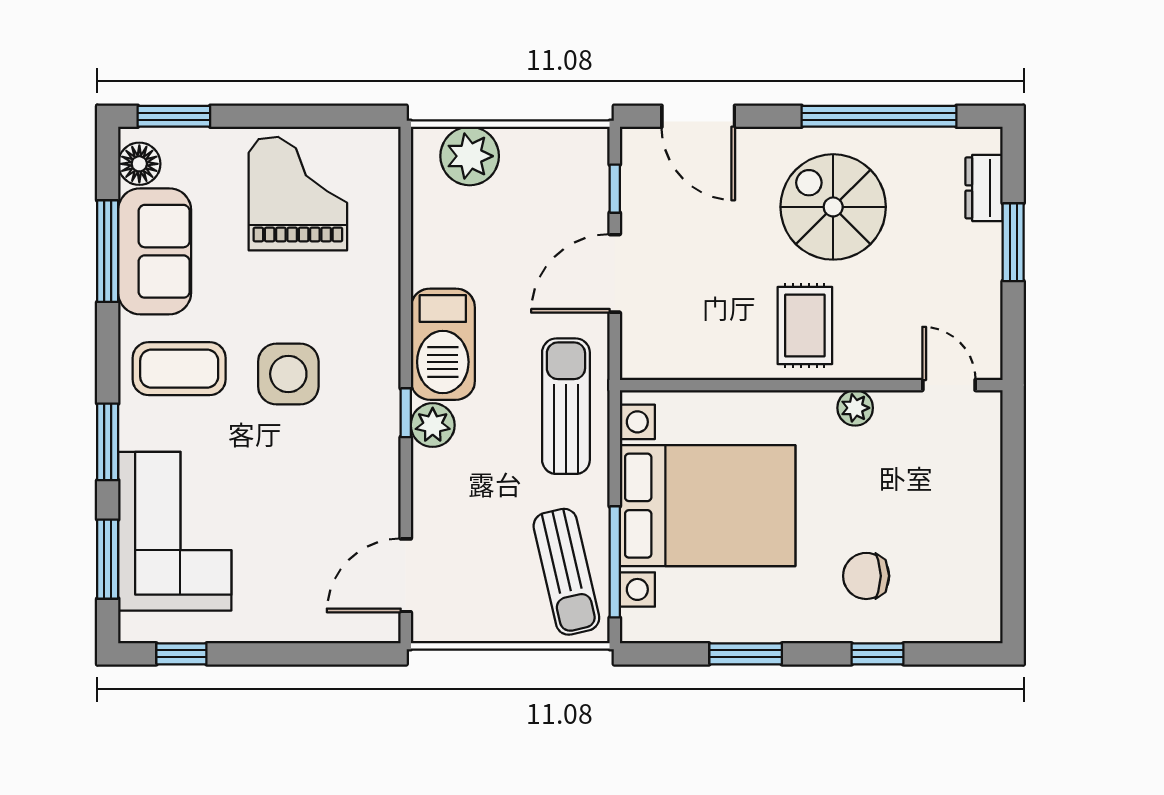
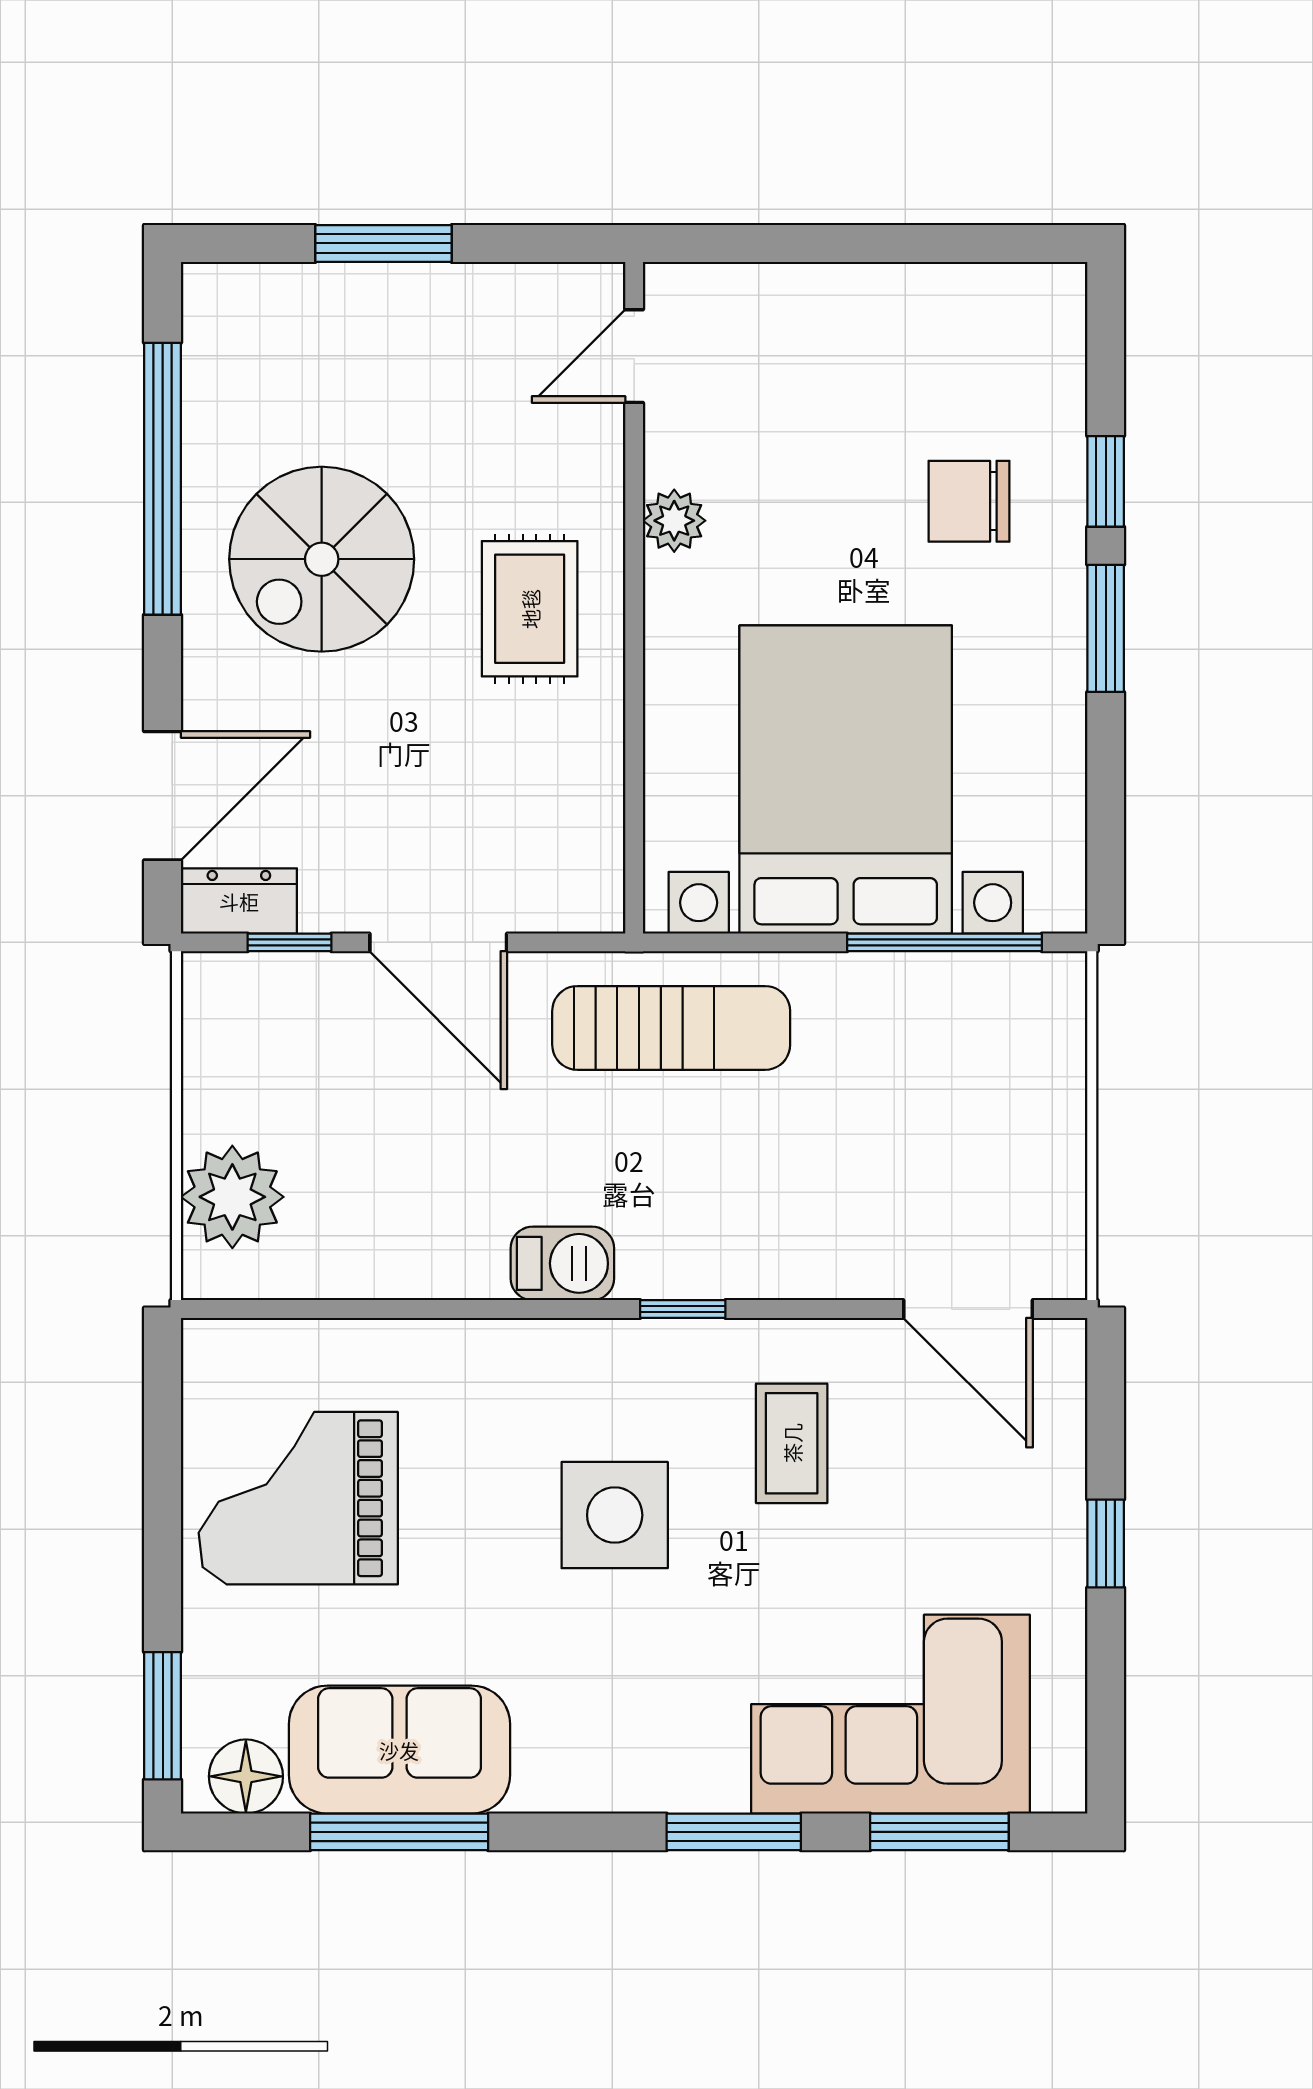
dresser: (984, 188) -> (239, 901), moved, turned 180
rug: (805, 325) -> (530, 609), turned 90
barbecue: (443, 344) -> (562, 1263), width x0.53, depth x0.65
coffee table: (179, 369) -> (792, 1443), moved, width x0.73, depth x0.77
sun lounger: (566, 406) -> (671, 1028), turned 180
plant: (433, 425) -> (704, 1262), removed
sun lounger: (566, 572) -> (962, 1027), removed
chair: (866, 576) -> (969, 501), turned 90
window: (181, 654) -> (1106, 1544), moved
window: (746, 654) -> (1106, 628), moved

